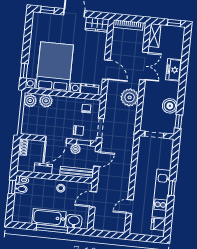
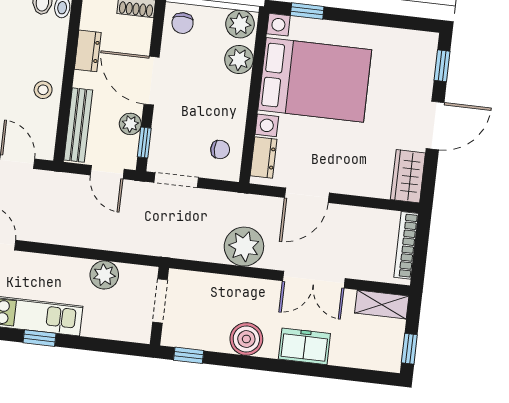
boiler: (170, 106) -> (246, 339), moved
chair: (78, 131) -> (183, 23), moved
plant: (143, 160) -> (104, 275), added

